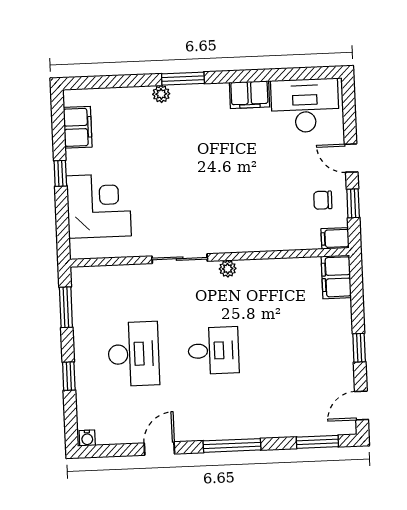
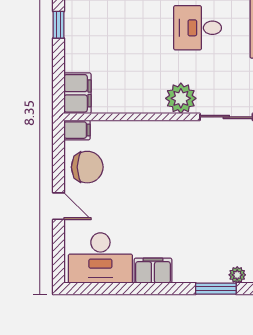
chair: (323, 200) -> (87, 167), width x1.87, depth x1.87
window: (353, 203) -> (58, 163), removed
plant: (228, 269) -> (181, 98), width x1.88, depth x1.88

